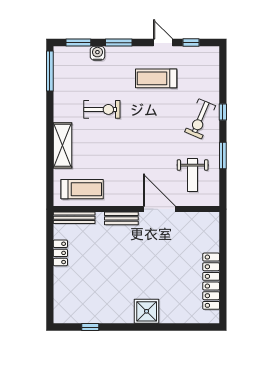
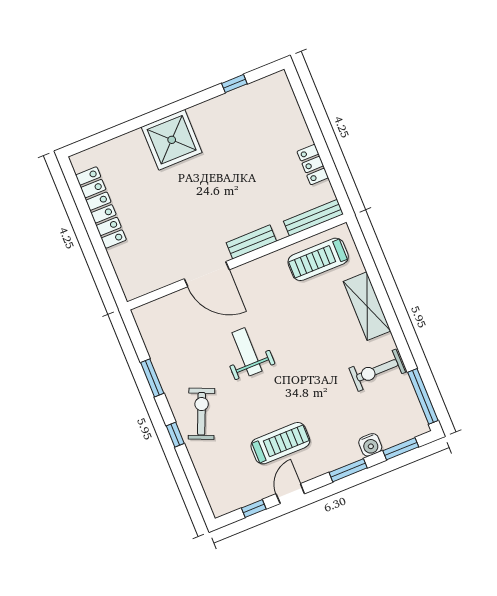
door: (163, 43) -> (290, 494), swing flipped
exercise bike: (102, 109) -> (377, 370), moved
weight bench: (193, 175) -> (247, 352), moved
shower: (147, 311) -> (172, 140), width x1.37, depth x1.37

